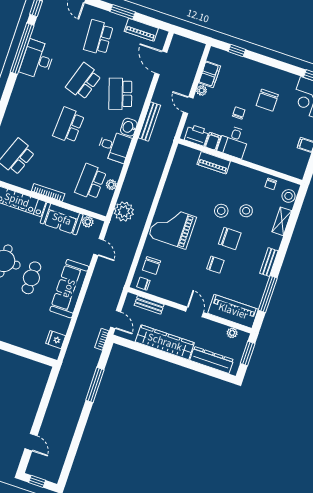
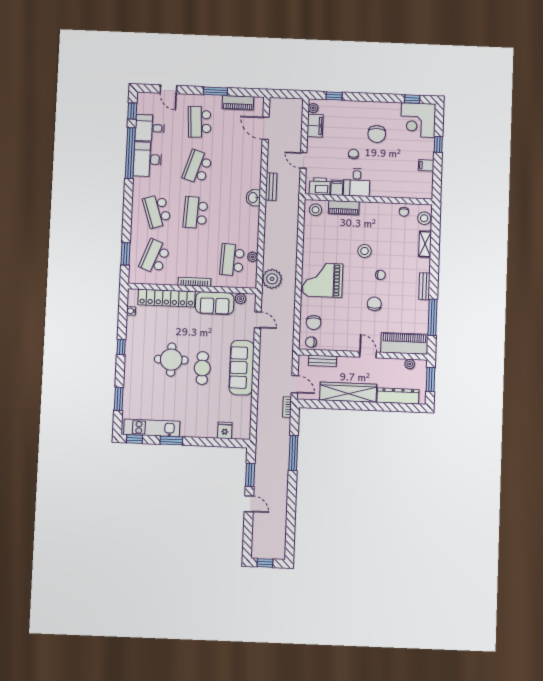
plant: (202, 90) -> (313, 108), moved
school desk: (120, 94) -> (157, 211), moved
bench: (149, 122) -> (271, 187), width x0.73
desk: (114, 146) -> (150, 128), moved, turned 180
stool: (246, 211) -> (316, 210), moved
chair: (230, 238) -> (380, 275), width x0.54, depth x0.54
chair: (215, 265) -> (374, 304), turned -90
fridge: (56, 340) -> (225, 430), moved, turned 90
window: (47, 394) -> (250, 475), added
door: (31, 442) -> (249, 504), moved

